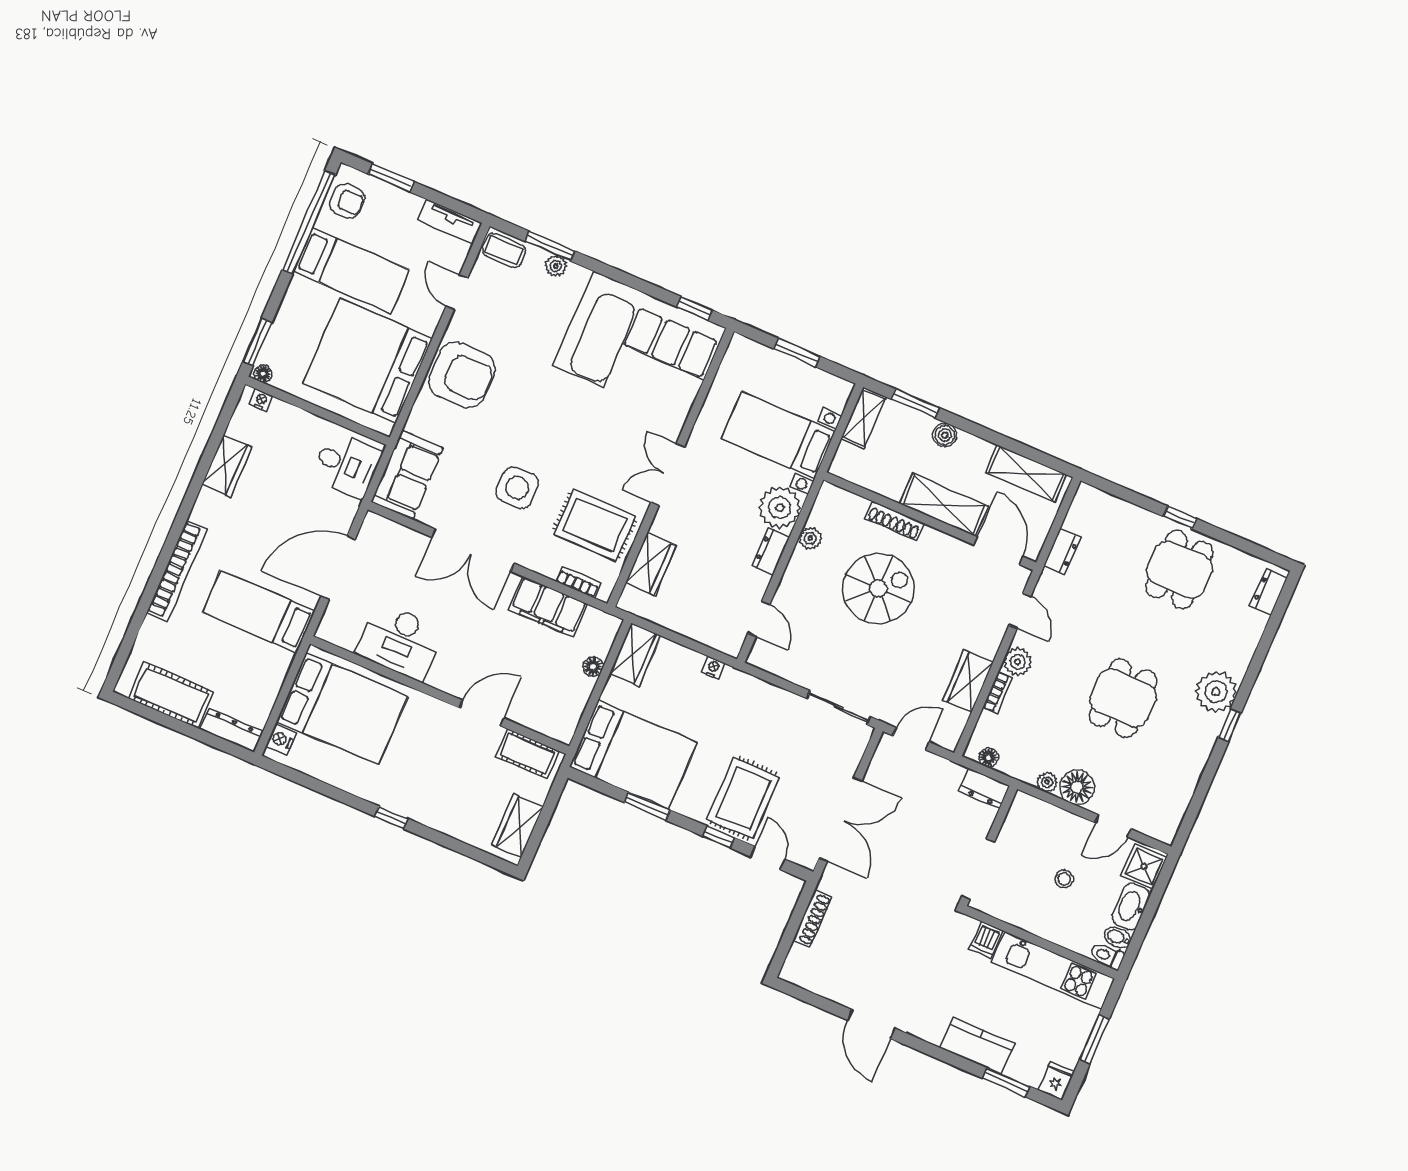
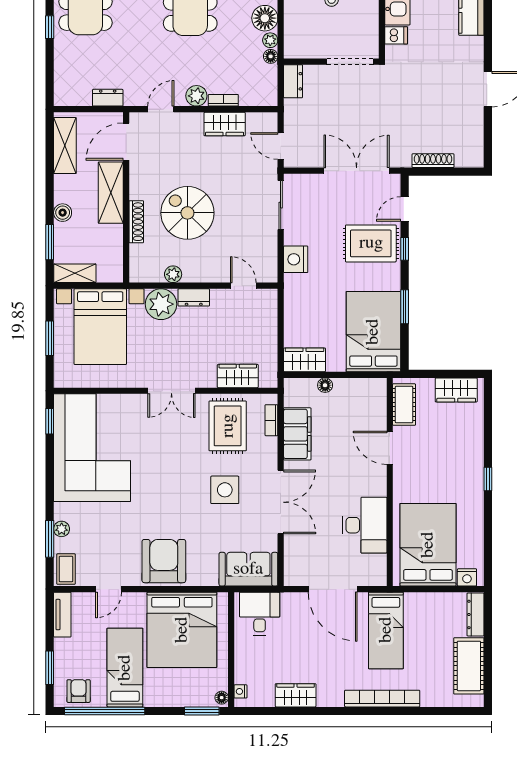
bed with nightstands: (778, 435) -> (100, 327), width x1.36
door: (759, 619) -> (243, 286), hinge flipped
nightstand: (713, 668) -> (296, 259), moved, width x1.89, depth x1.79
floor lamp: (988, 758) -> (271, 56), moved

